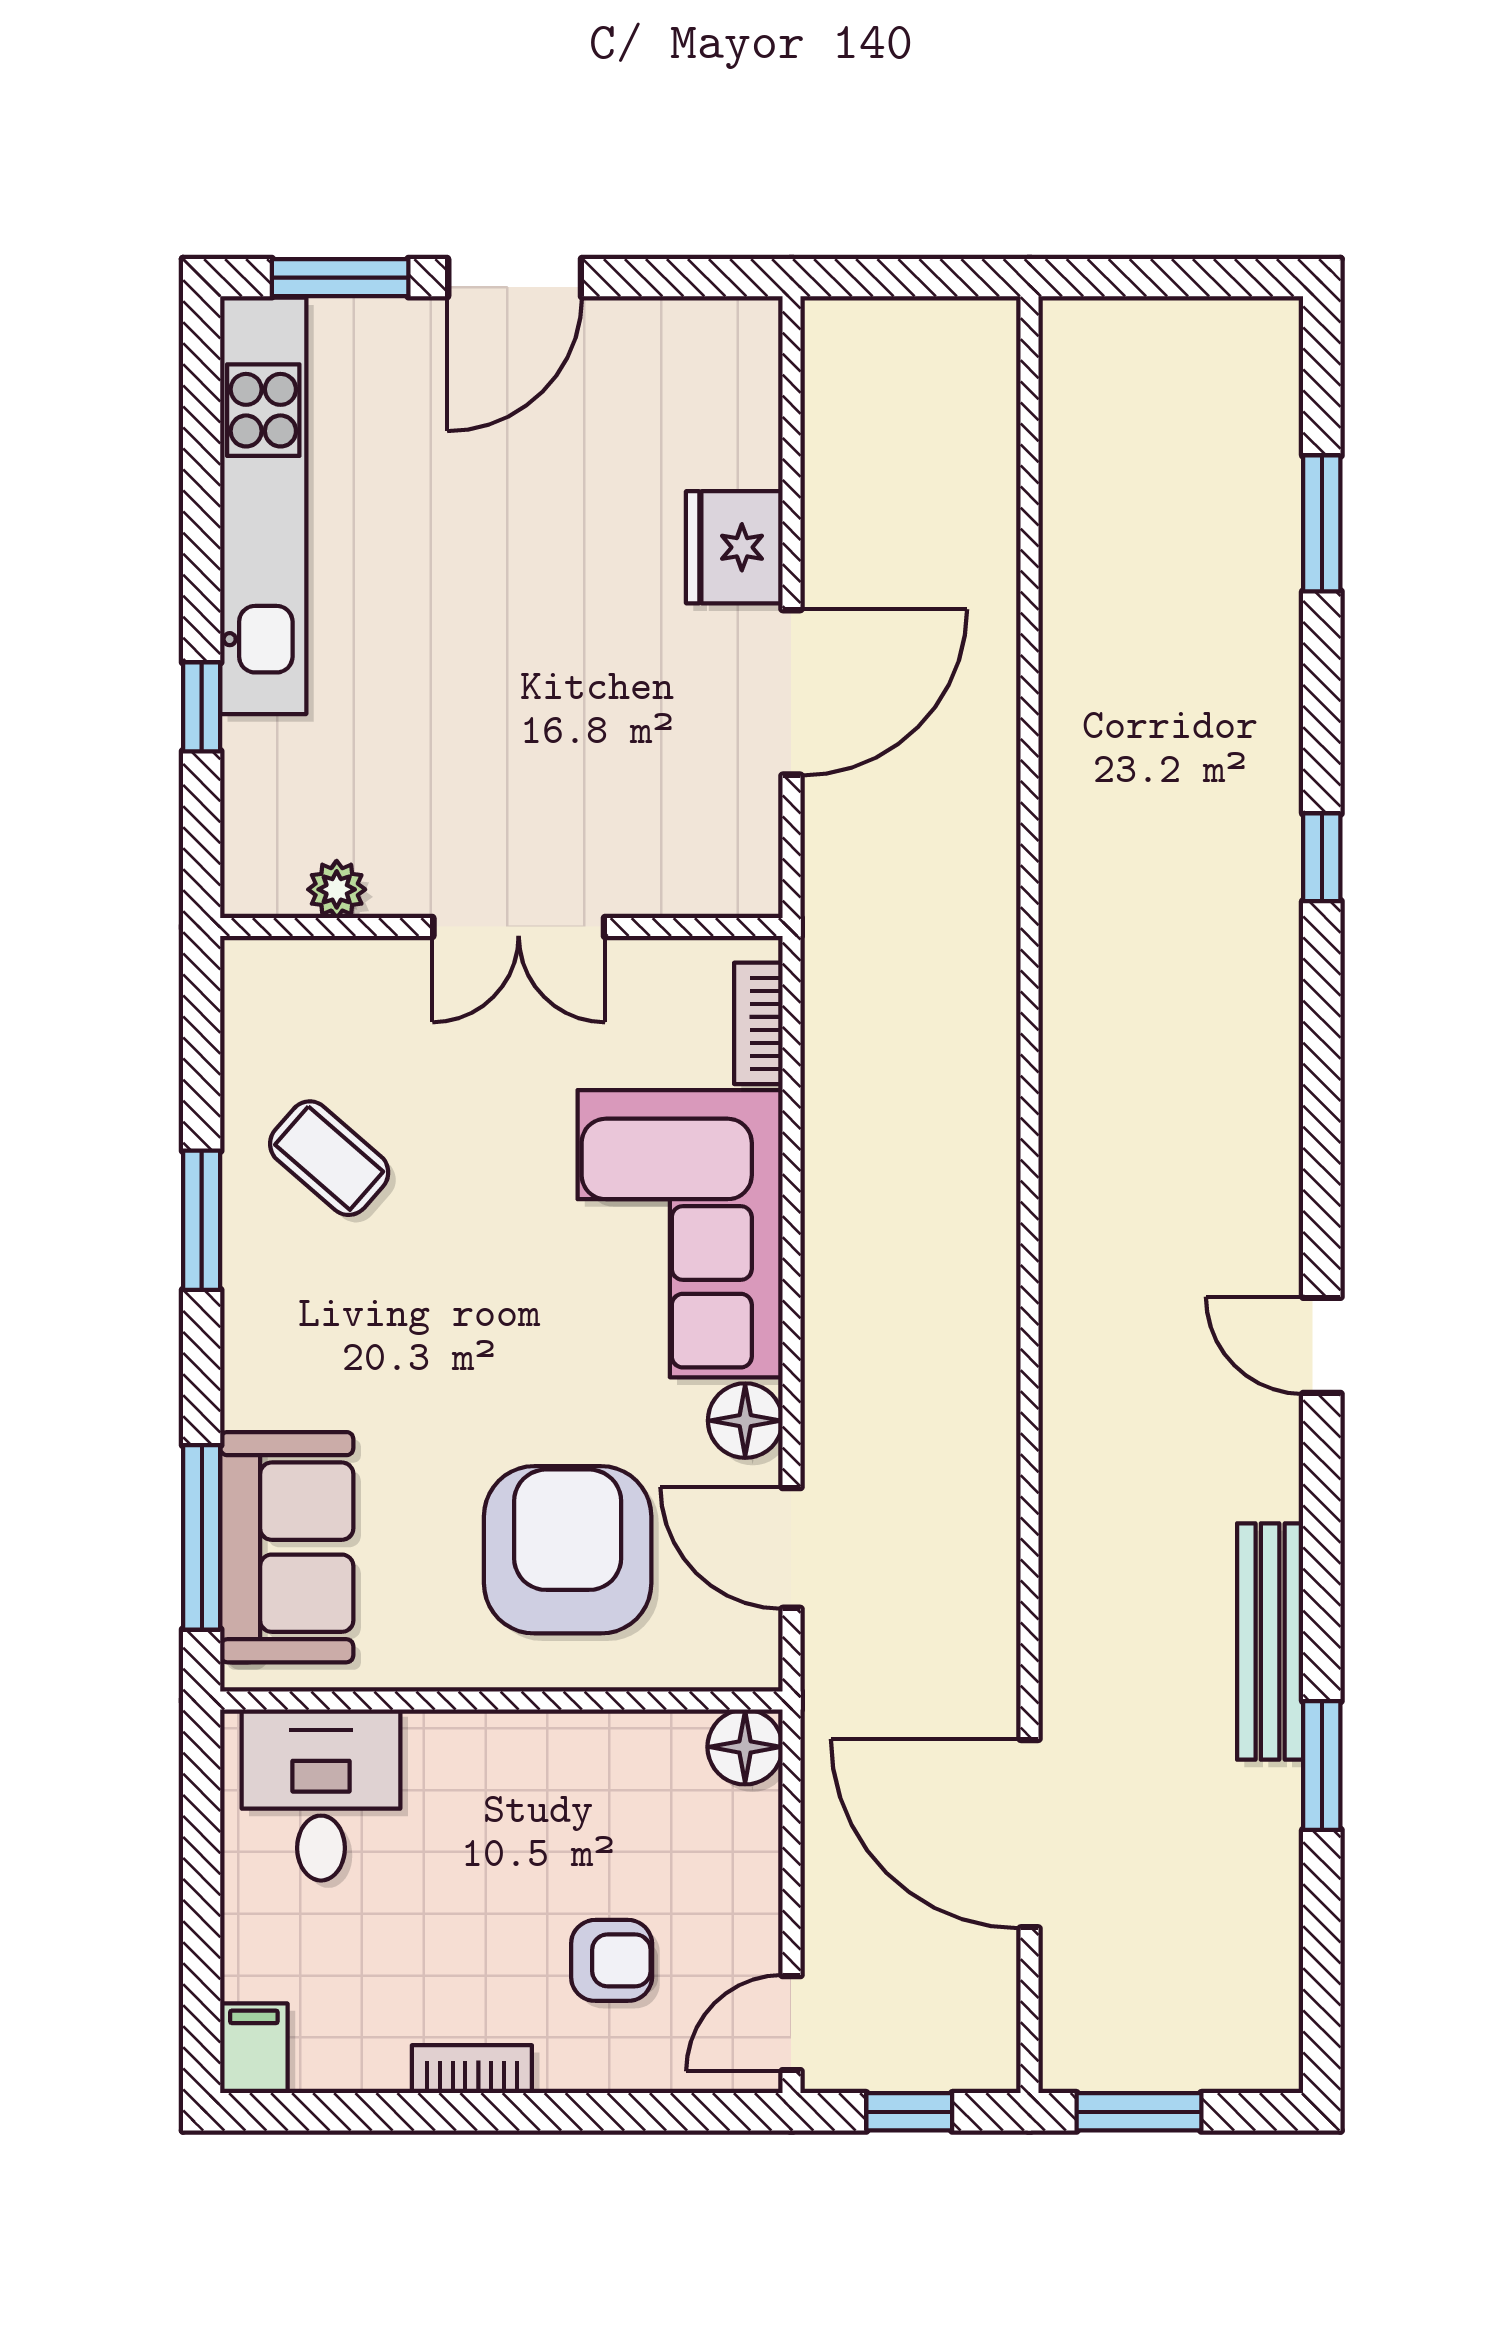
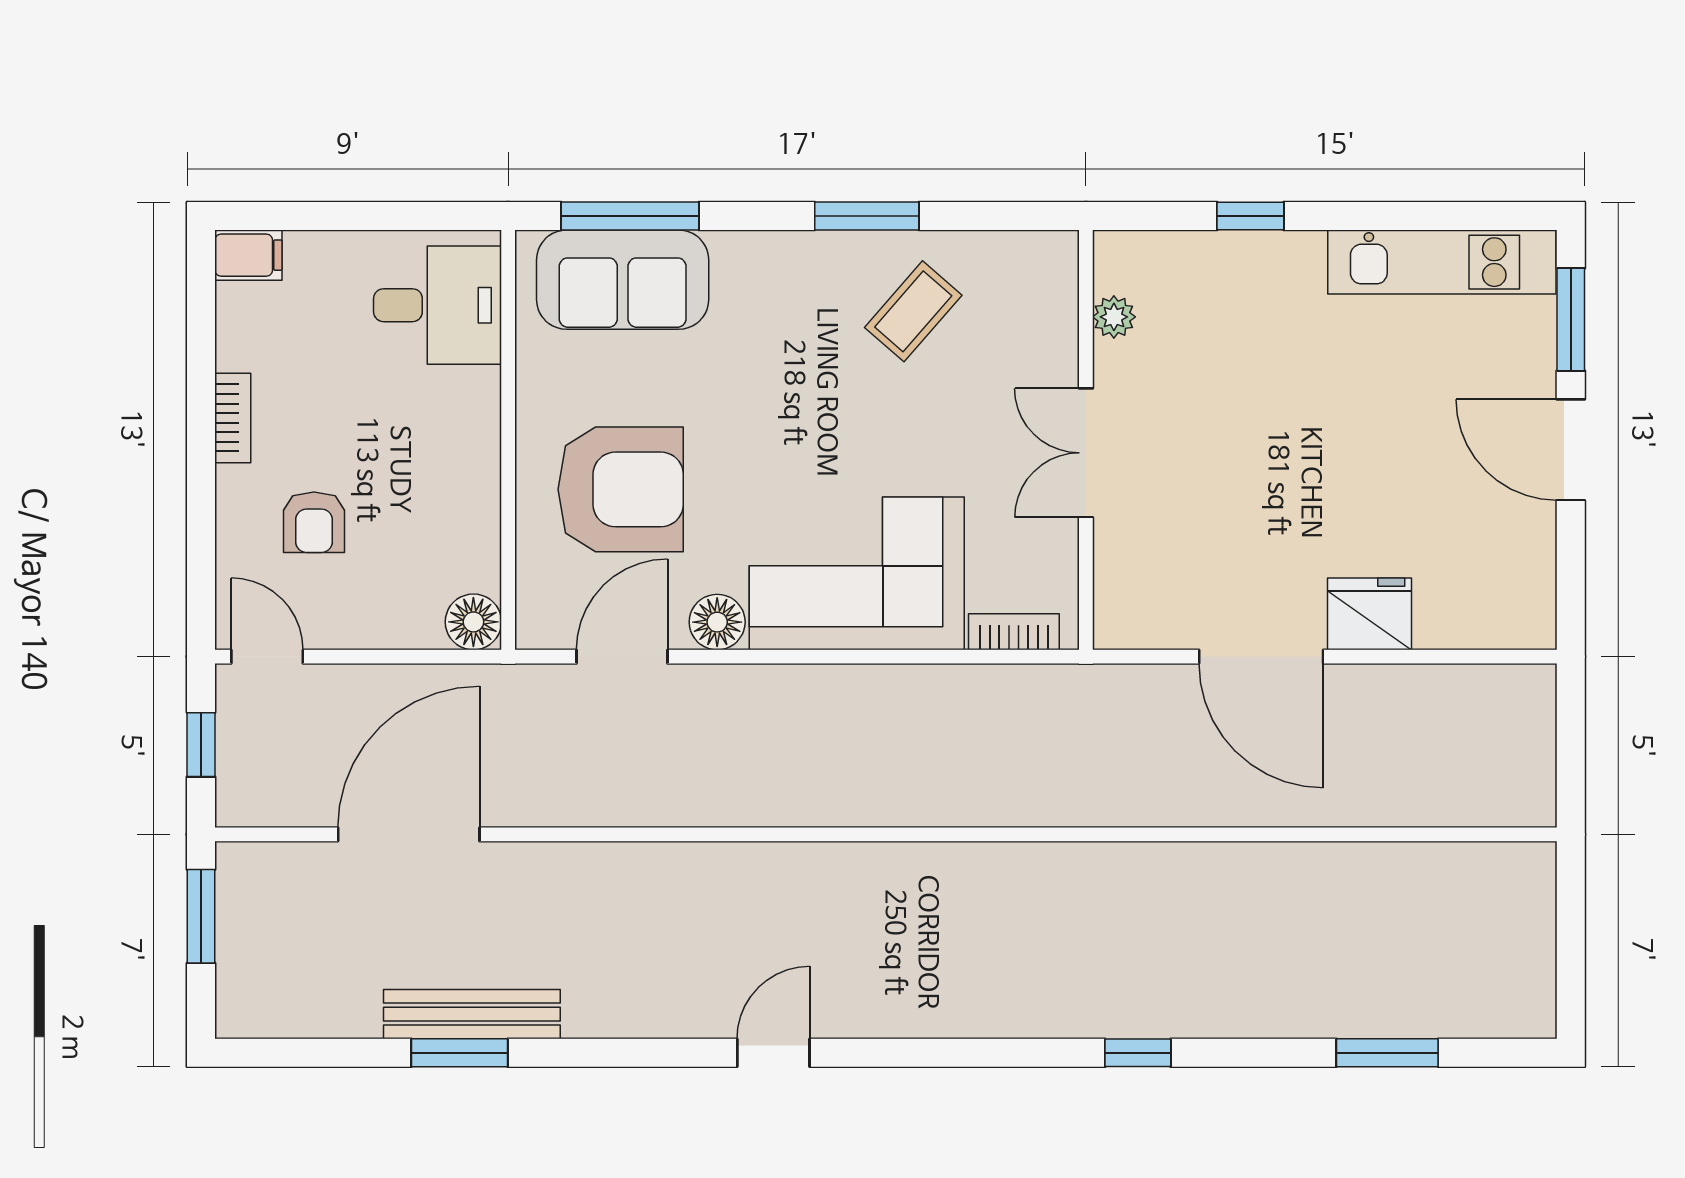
kitchen unit: (263, 506) -> (1442, 262), width x0.73
bench: (1270, 1642) -> (472, 1014), moved

